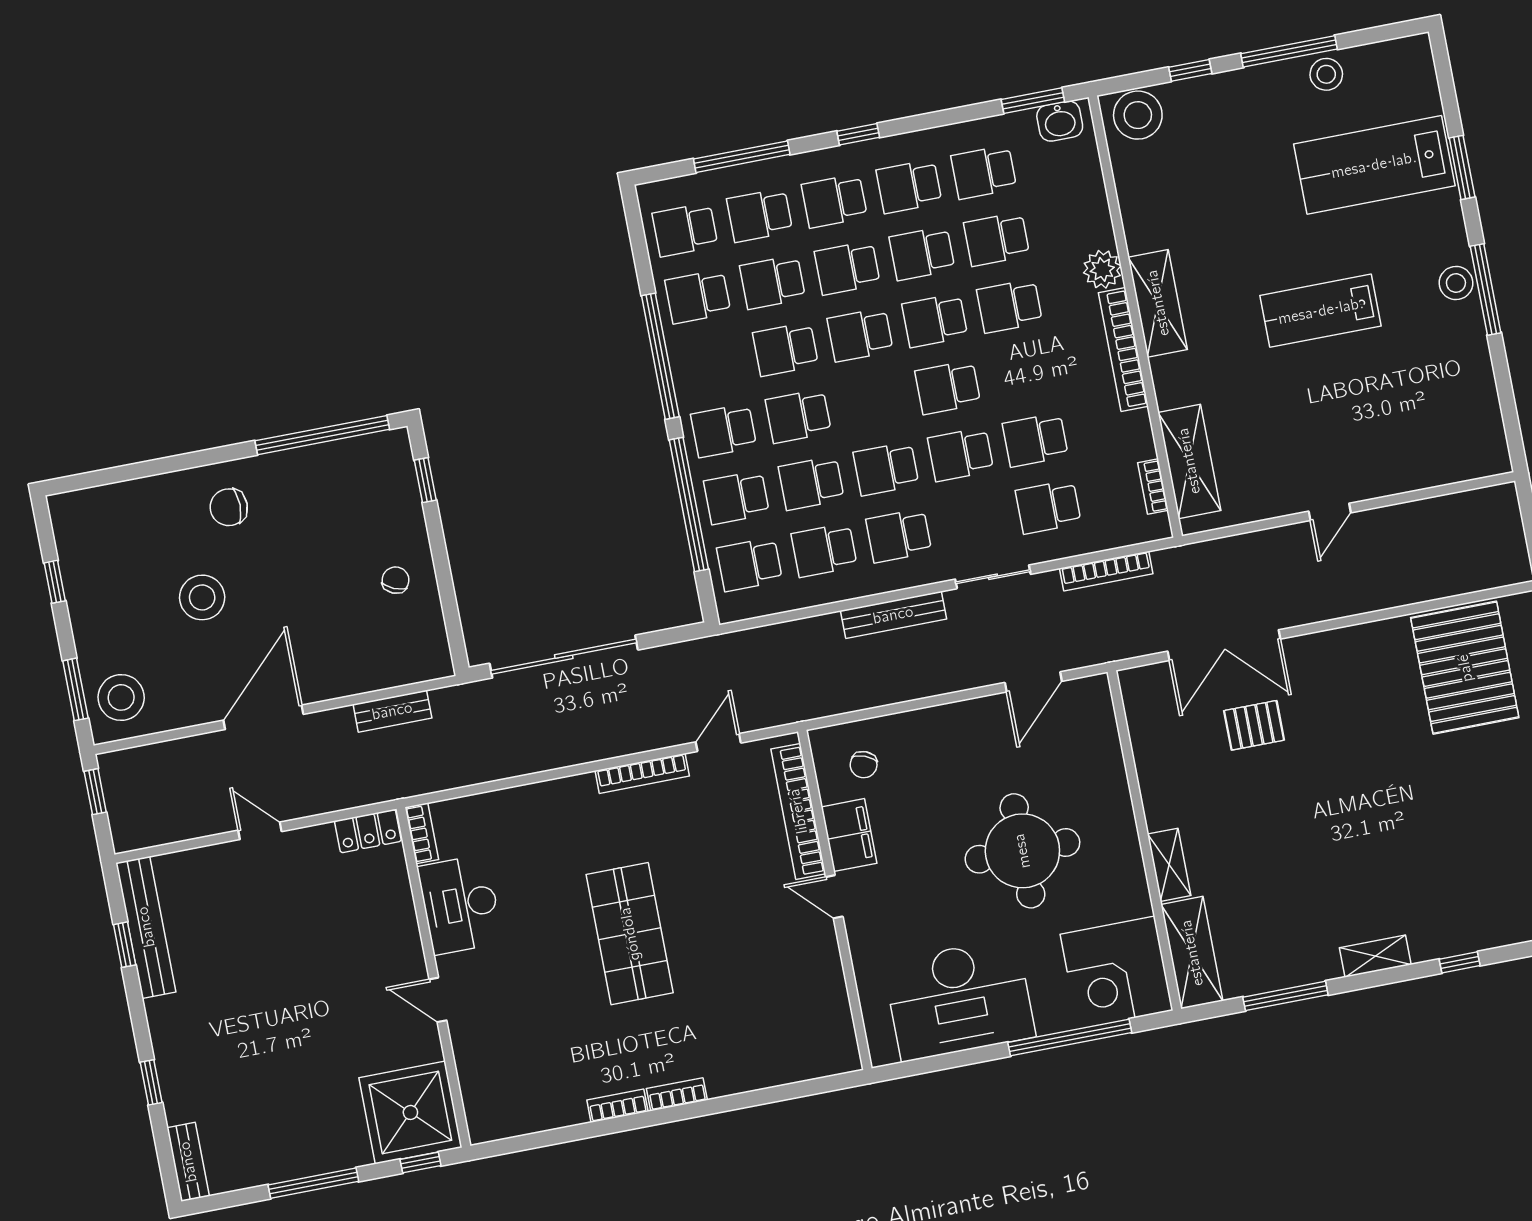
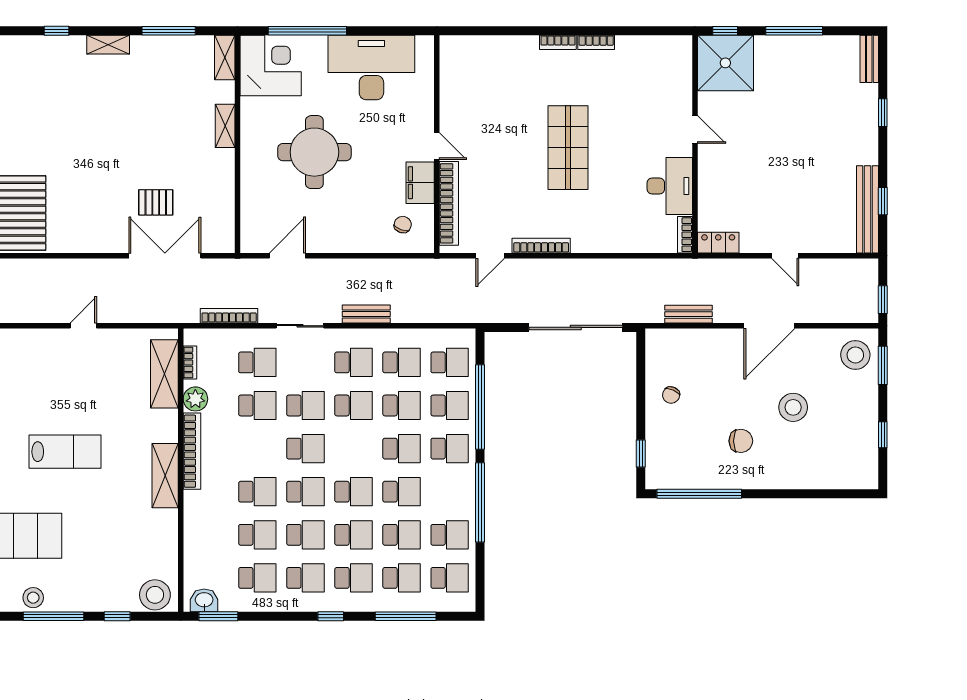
plant: (1102, 269) -> (195, 399), moved
chair: (229, 507) -> (741, 441), moved
bench: (893, 615) -> (366, 314), width x0.73
shelving: (1192, 953) -> (225, 58), width x0.67, depth x0.75

